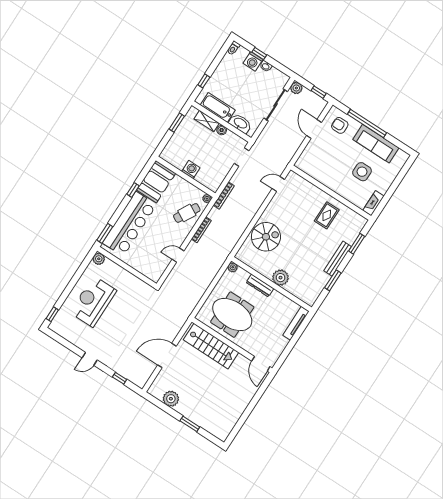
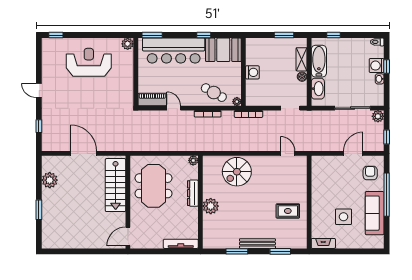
spiral stairs: (266, 237) -> (237, 172), turned 90
piano: (159, 268) -> (152, 99), added

